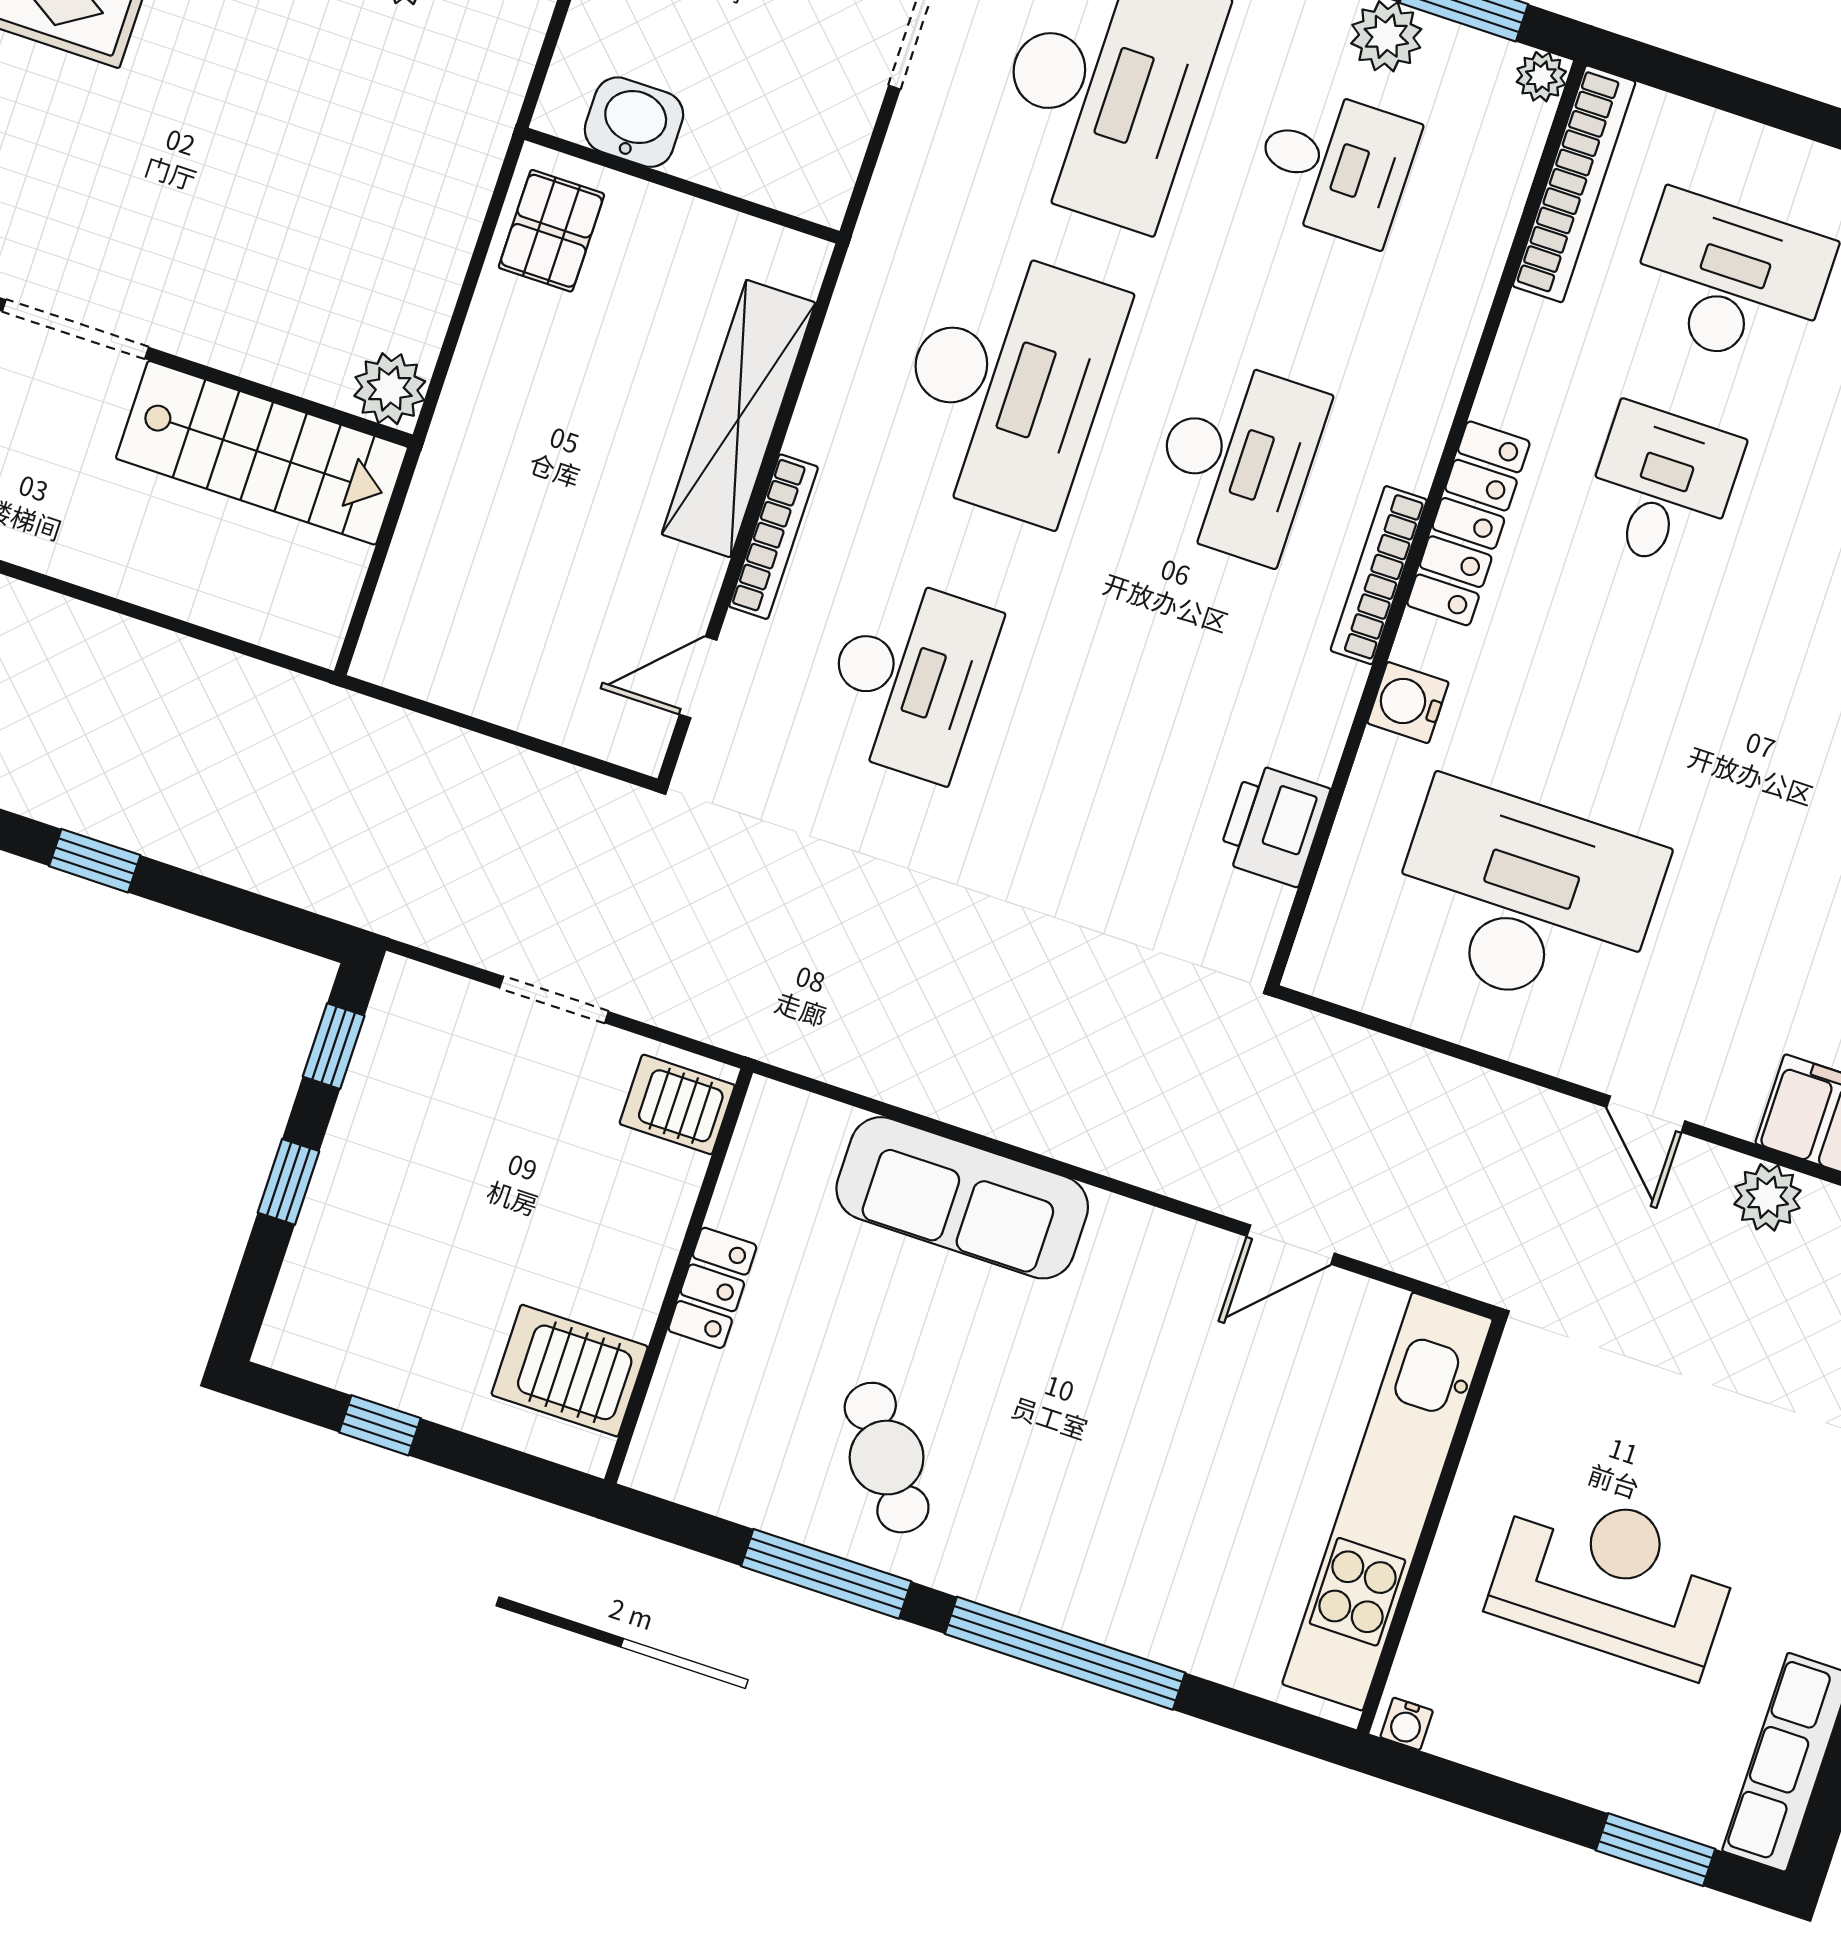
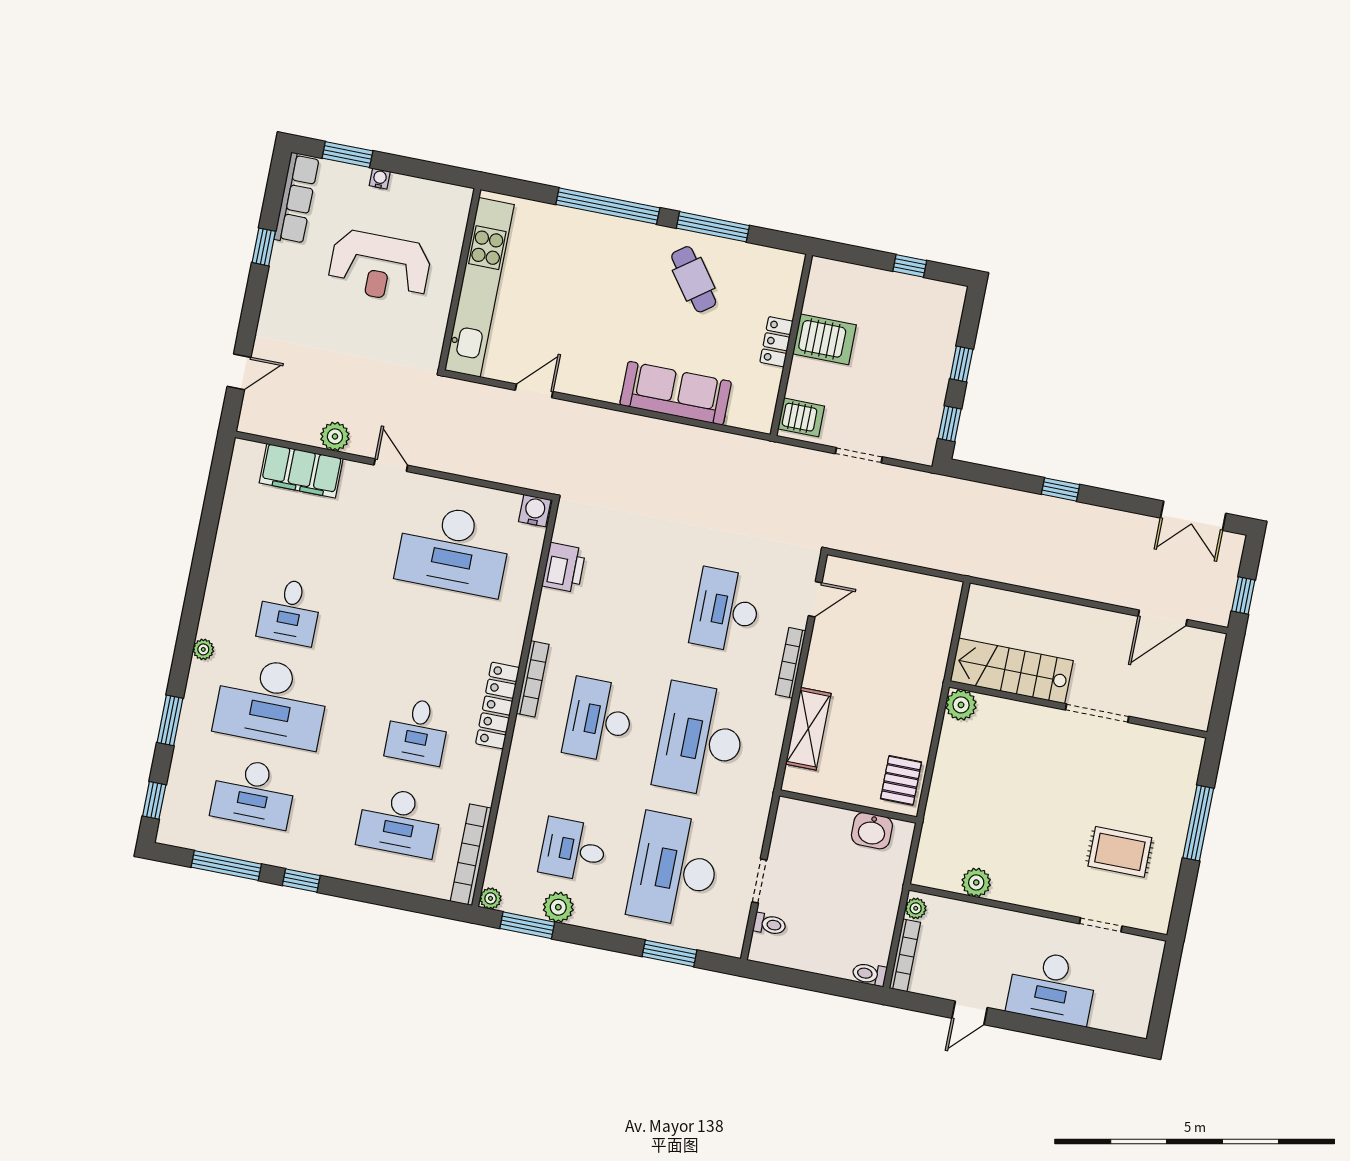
shelving: (739, 419) -> (808, 729), width x0.68
water cooler: (1408, 703) -> (535, 511), moved, turned -90
server rack: (570, 1371) -> (824, 339), moved
water cooler: (1407, 1724) -> (380, 179), moved

